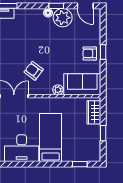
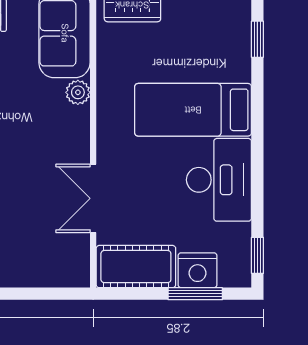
armchair: (34, 71) -> (32, 151), removed

